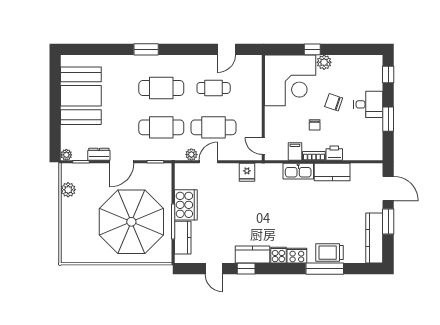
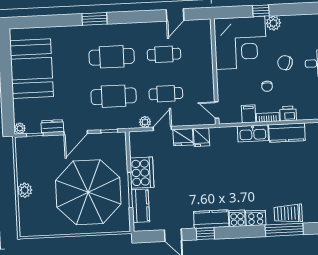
cafe table: (214, 127) -> (166, 94), width x0.73, depth x0.74
fridge: (228, 171) -> (183, 137), added
plant: (68, 190) -> (25, 190), moved

